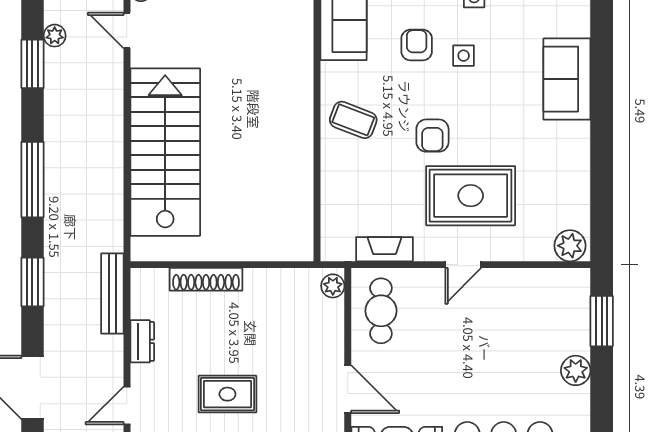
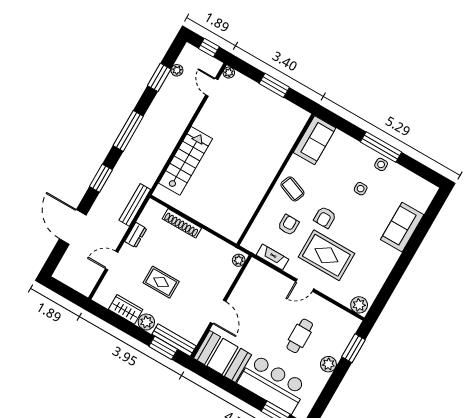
armchair: (417, 45) -> (289, 225), moved
stairs: (165, 152) -> (186, 161), width x0.73, depth x0.66
cafe table: (381, 311) -> (300, 336), moved

